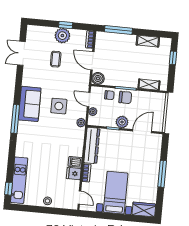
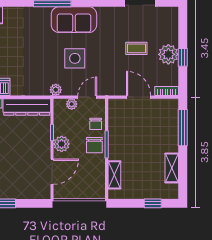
door: (92, 61) -> (139, 97), hinge flipped
boiler: (98, 78) -> (116, 107), removed
door: (142, 131) -> (52, 172), hinge flipped

